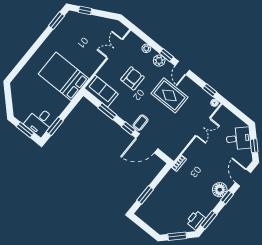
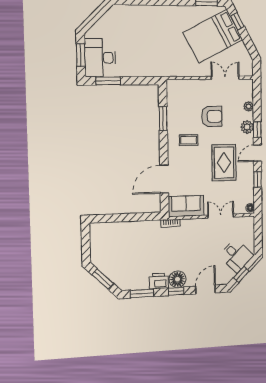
bed: (64, 76) -> (213, 36), moved, turned -118
window: (210, 90) -> (258, 179), moved
sofa: (101, 91) -> (186, 206), moved, turned -90
desk: (40, 122) -> (100, 58), width x1.37
coffee table: (141, 123) -> (189, 140), moved
double door: (203, 127) -> (221, 216), swing flipped
window: (128, 128) -> (164, 151), removed
door: (147, 143) -> (164, 179), hinge flipped
window: (145, 195) -> (116, 218), removed
printer: (196, 220) -> (159, 281), moved

